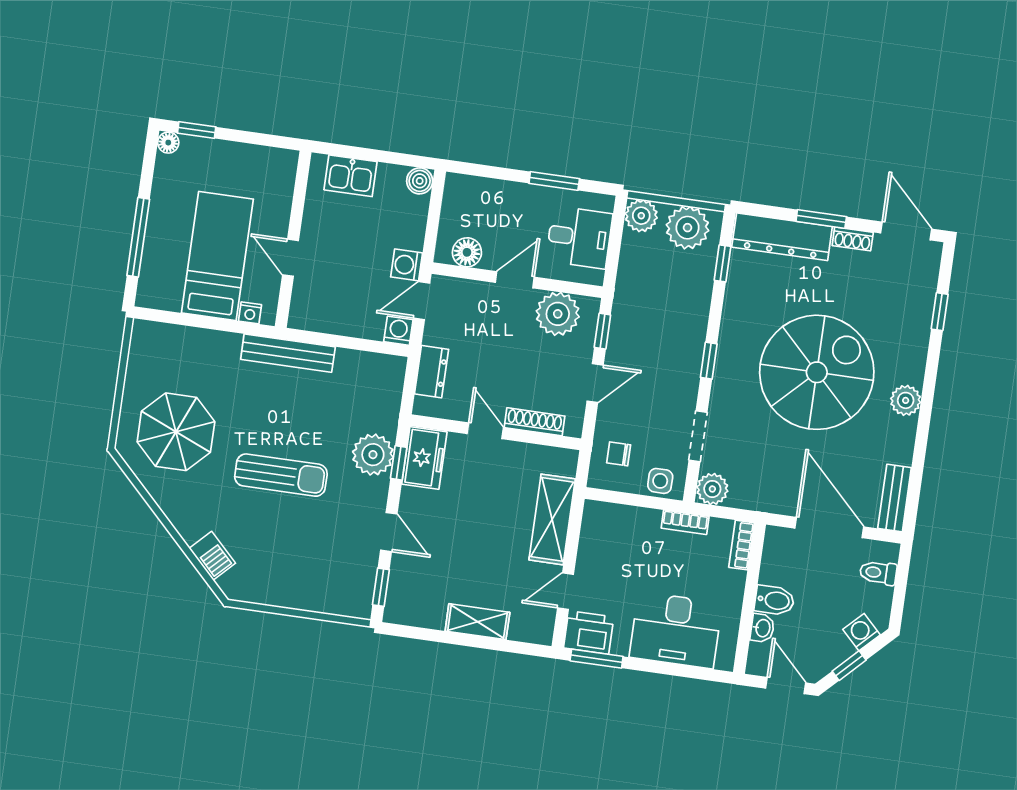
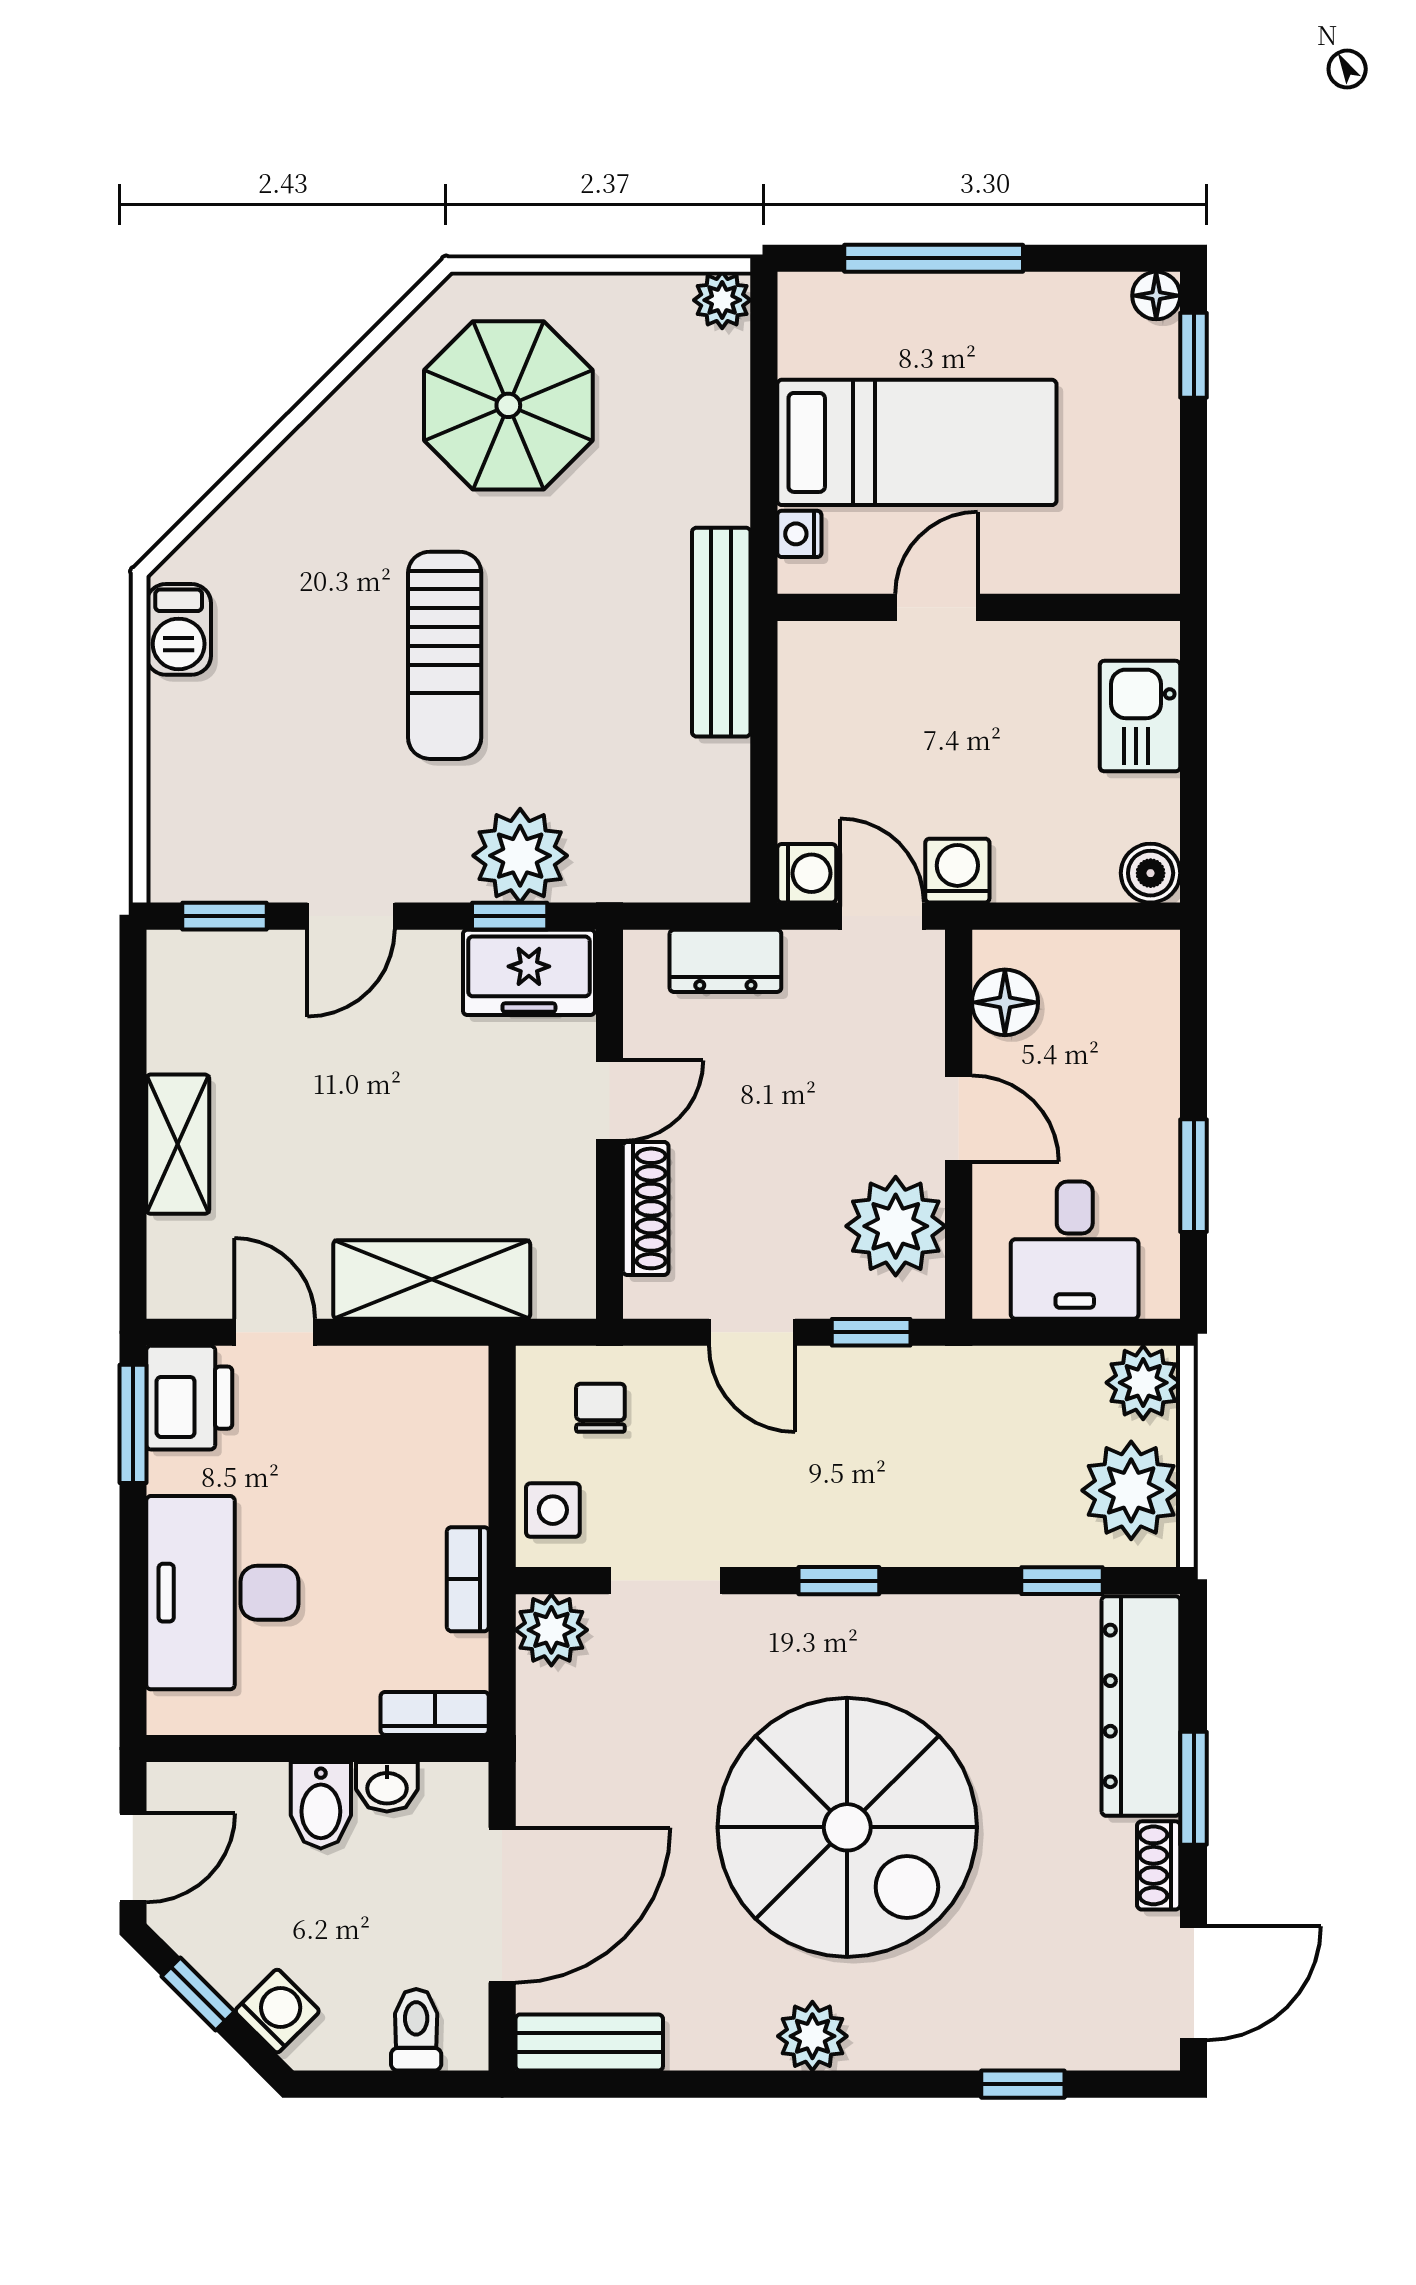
plant: (143, 332) -> (722, 300), added
barbecue: (212, 556) -> (179, 629), moved, turned -45
washbasin: (762, 628) -> (387, 1787), moved

